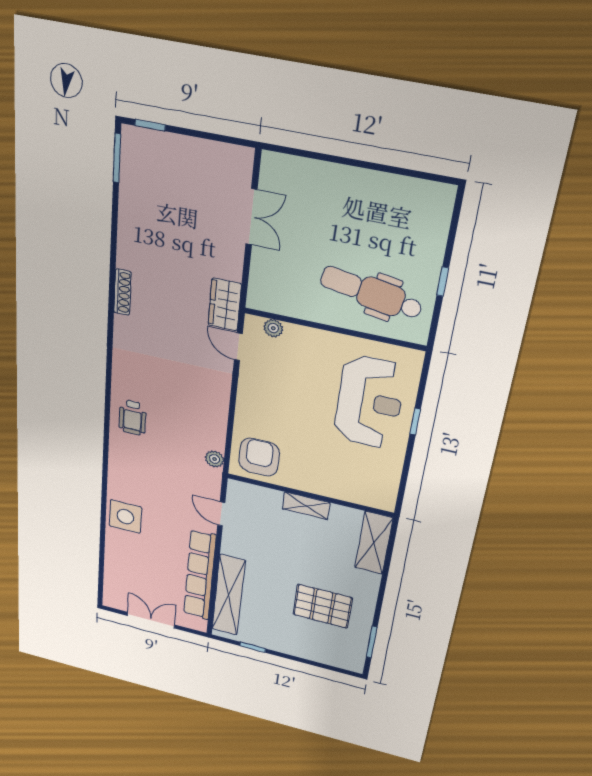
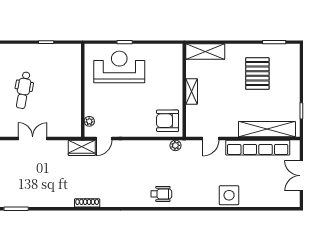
dental chair: (371, 293) -> (24, 90), moved, width x0.73, depth x0.72

